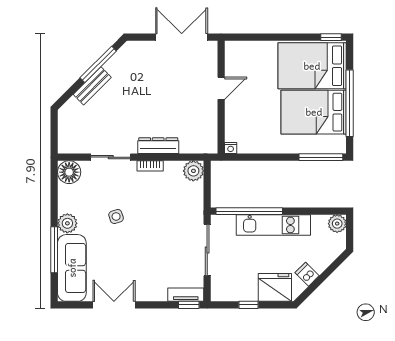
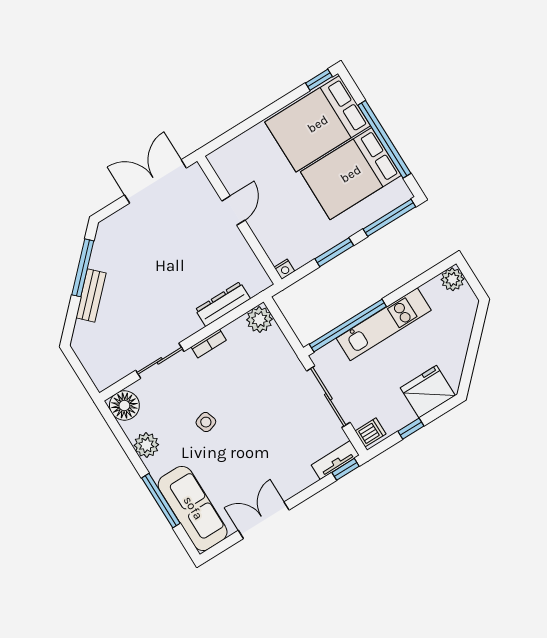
dresser: (158, 146) -> (223, 304), moved
window: (270, 157) -> (334, 252), added
plant: (67, 223) -> (146, 445), moved
dishwasher: (307, 274) -> (370, 432), moved, turned 135

